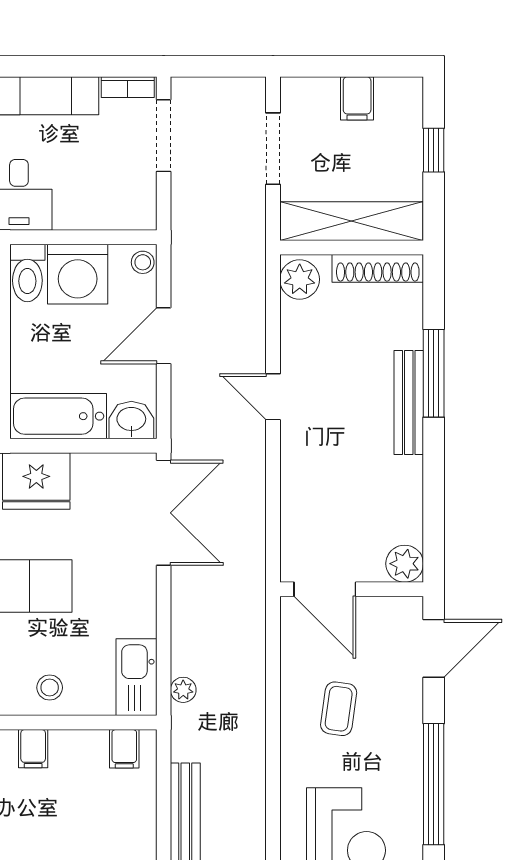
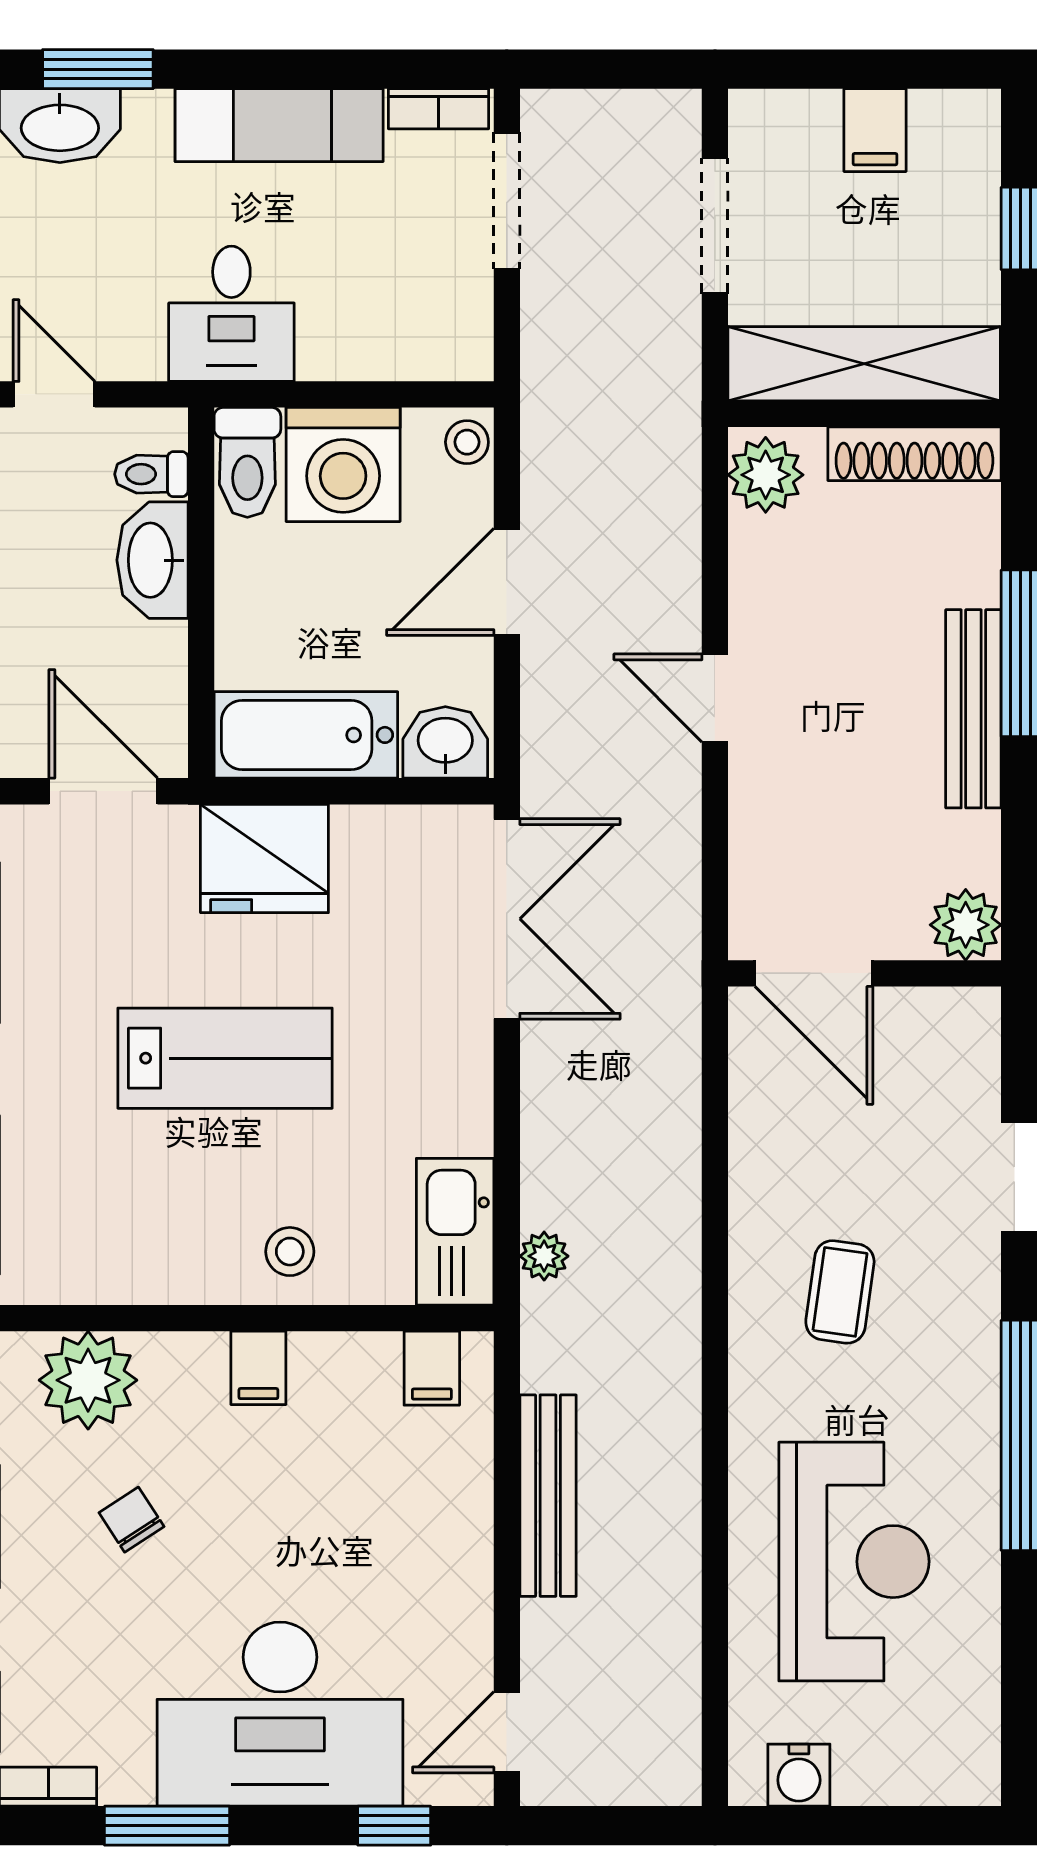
plant: (405, 564) -> (966, 925), moved
door: (325, 589) -> (814, 973), moved
wall: (352, 589) -> (865, 973), moved

